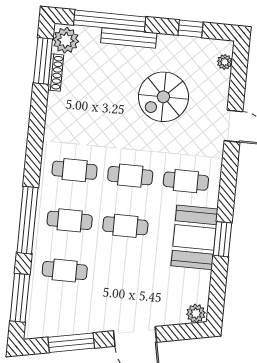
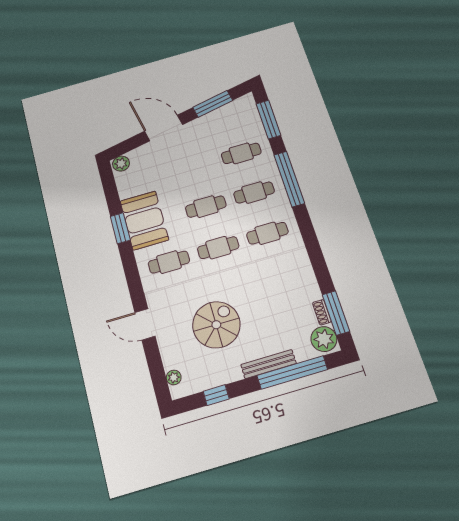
shoe rack: (56, 73) -> (322, 312), width x0.70

